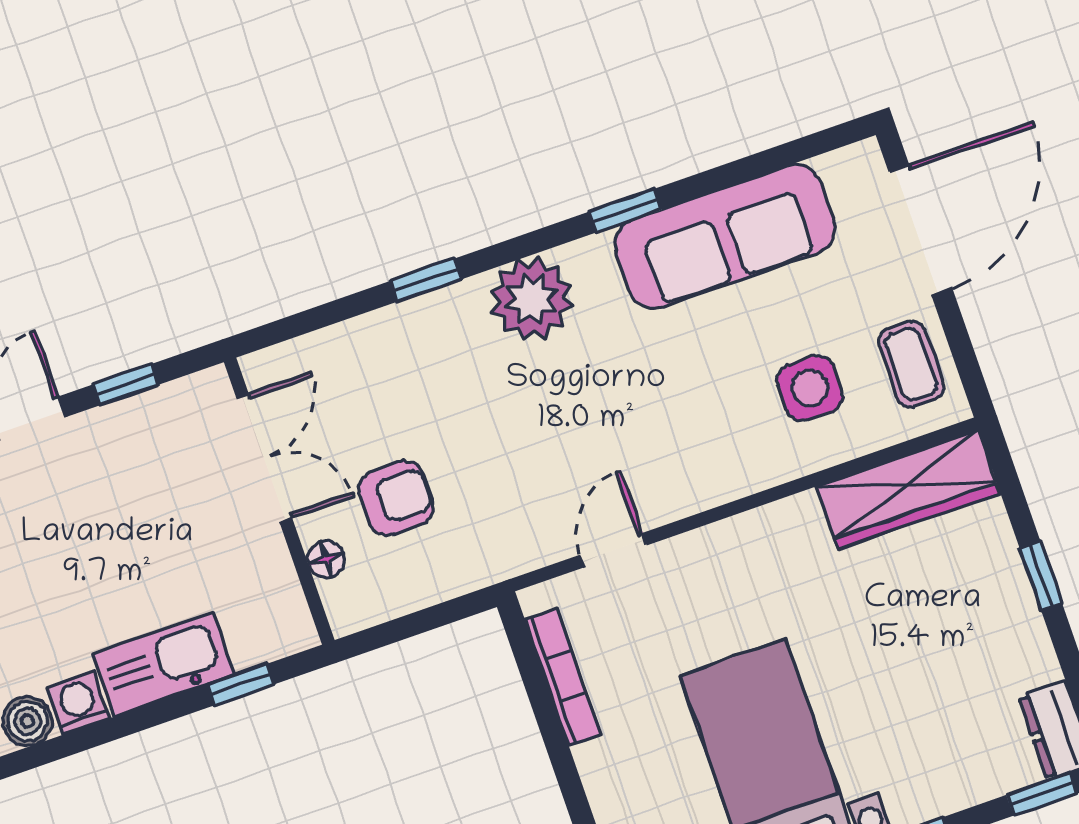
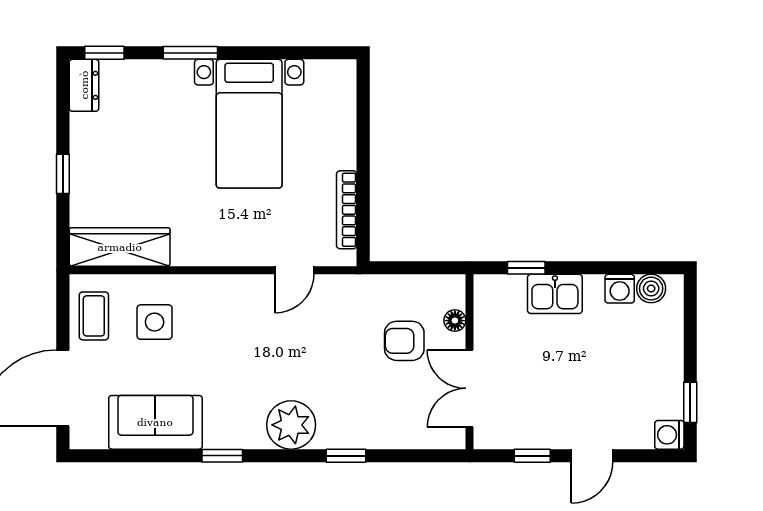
sofa: (725, 236) -> (155, 422), width x0.73
kitchen sink: (163, 664) -> (555, 294), width x0.73

